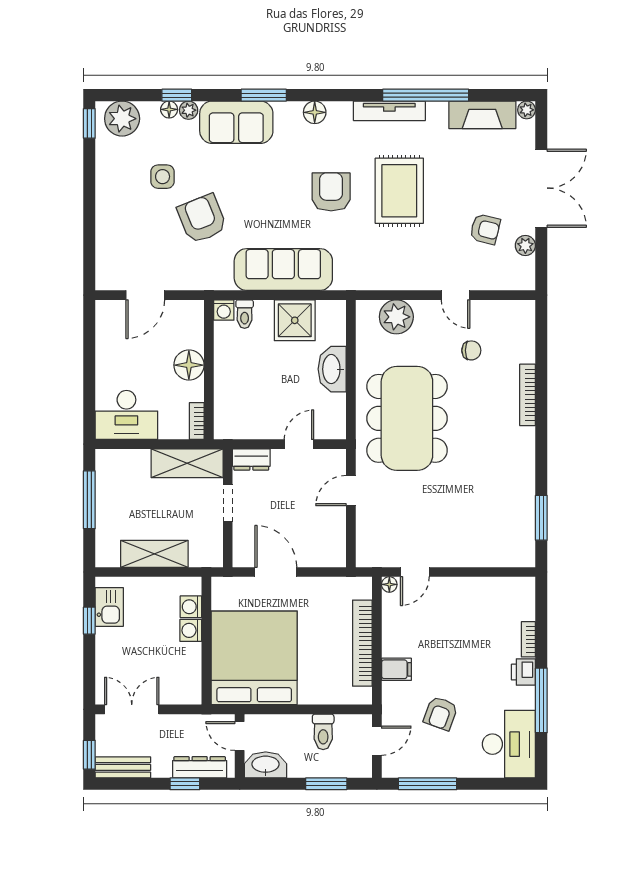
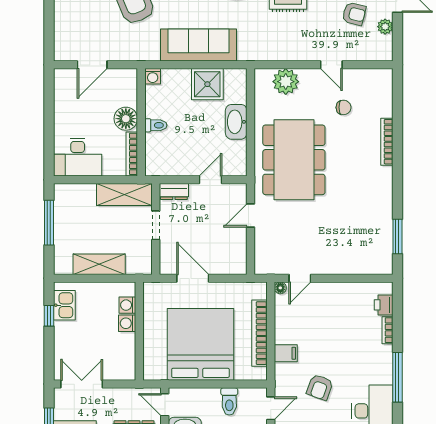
toilet: (245, 314) -> (156, 125), moved, turned -90
bookcase: (197, 421) -> (132, 154), width x1.56
bed: (254, 658) -> (200, 344), moved
printer: (523, 672) -> (384, 305), moved

